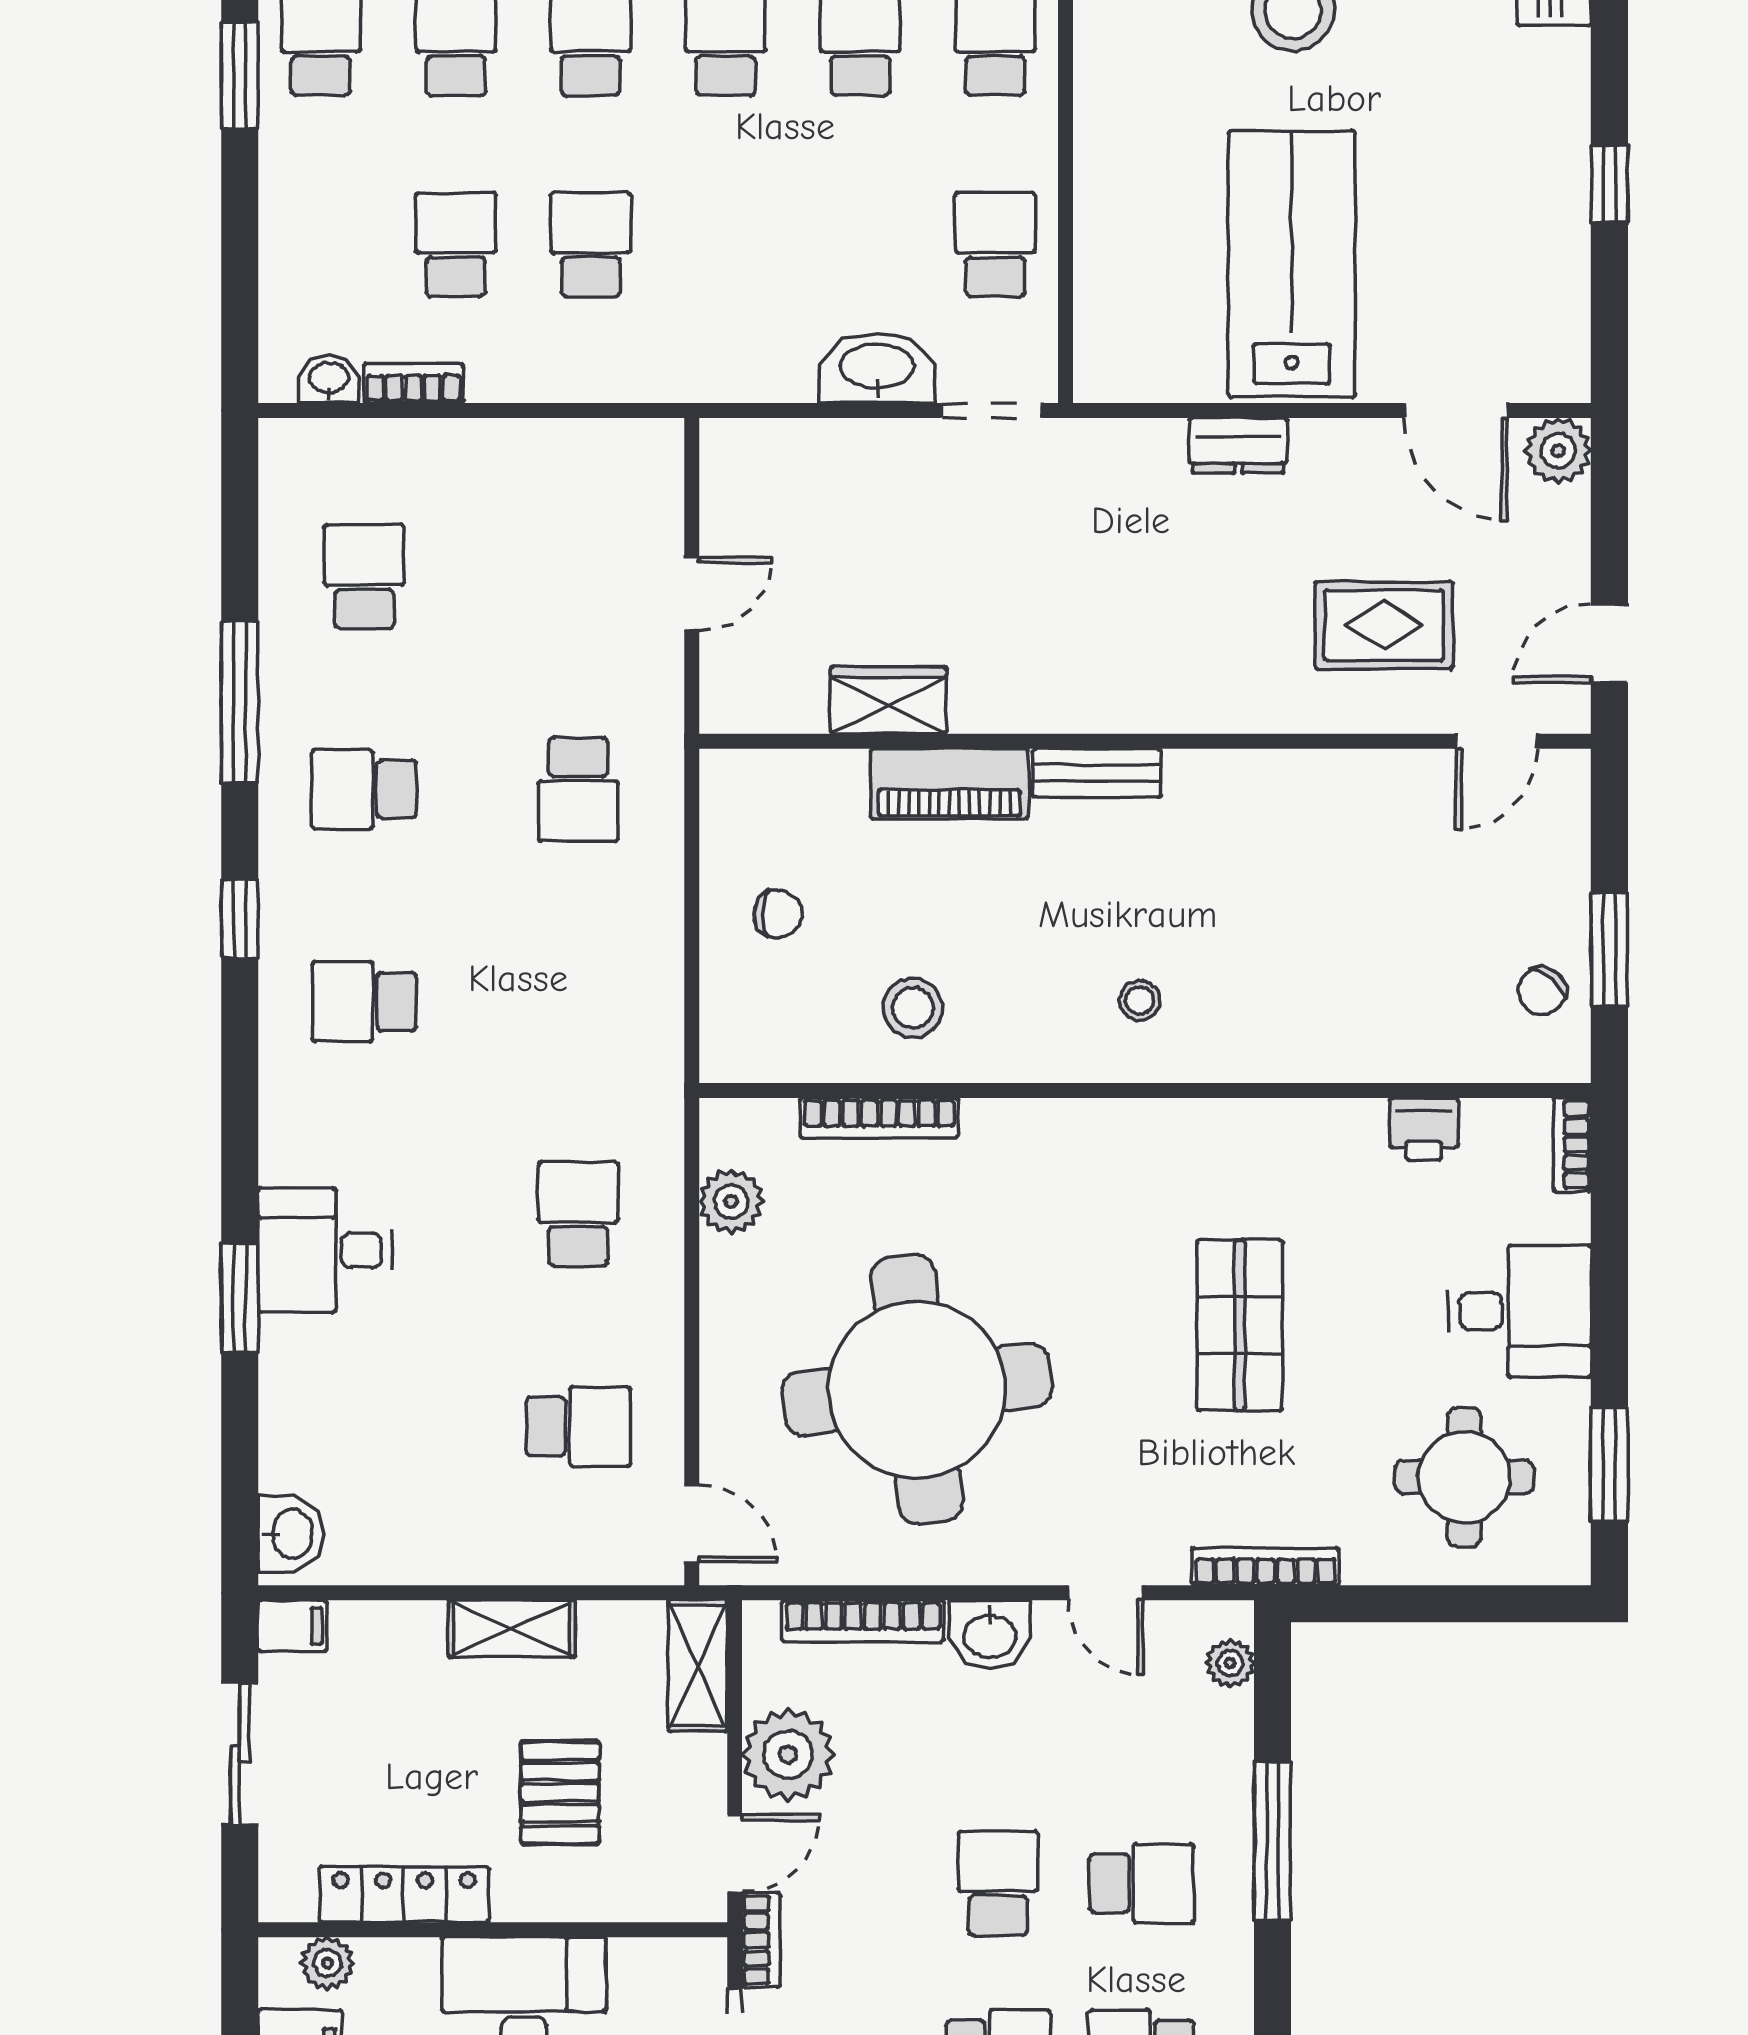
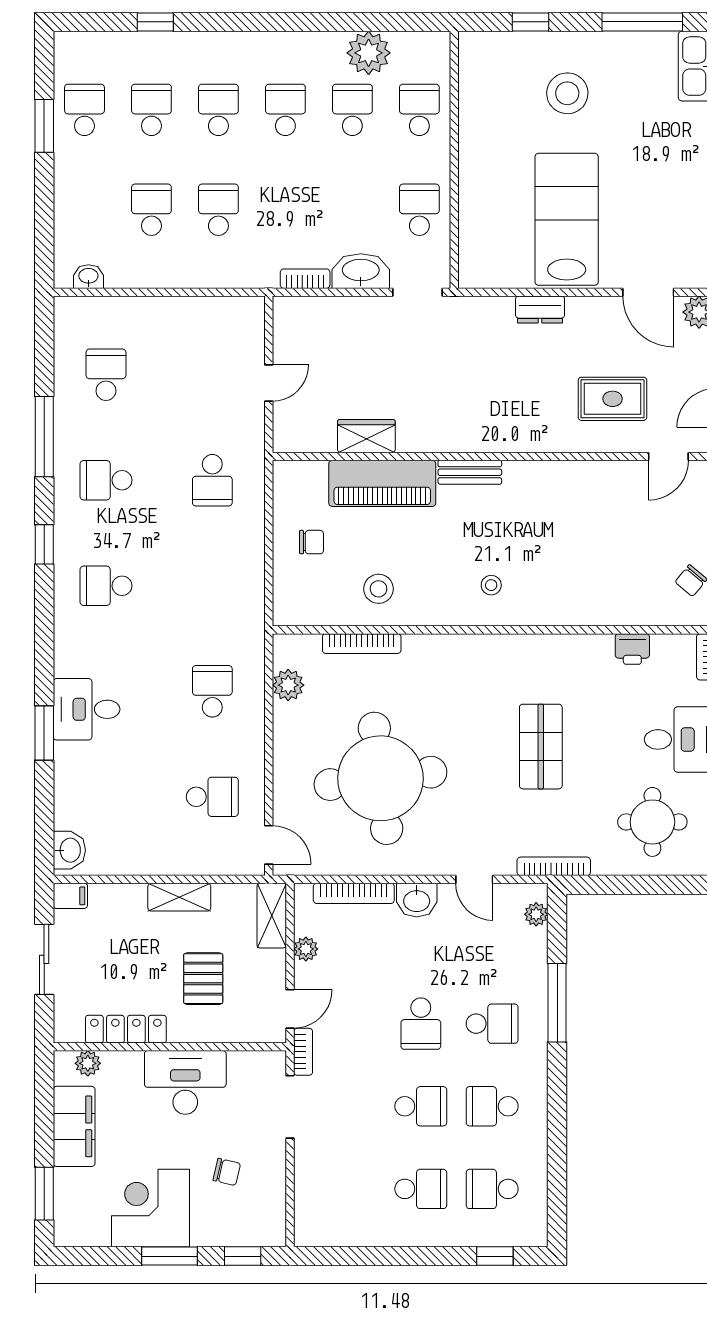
bookcase: (413, 383) -> (305, 279), moved
piano: (949, 784) -> (382, 483), width x1.37, depth x1.33
plant: (788, 1754) -> (306, 949), width x0.53, depth x0.53
school desk: (998, 1883) -> (421, 1024), turned 180

